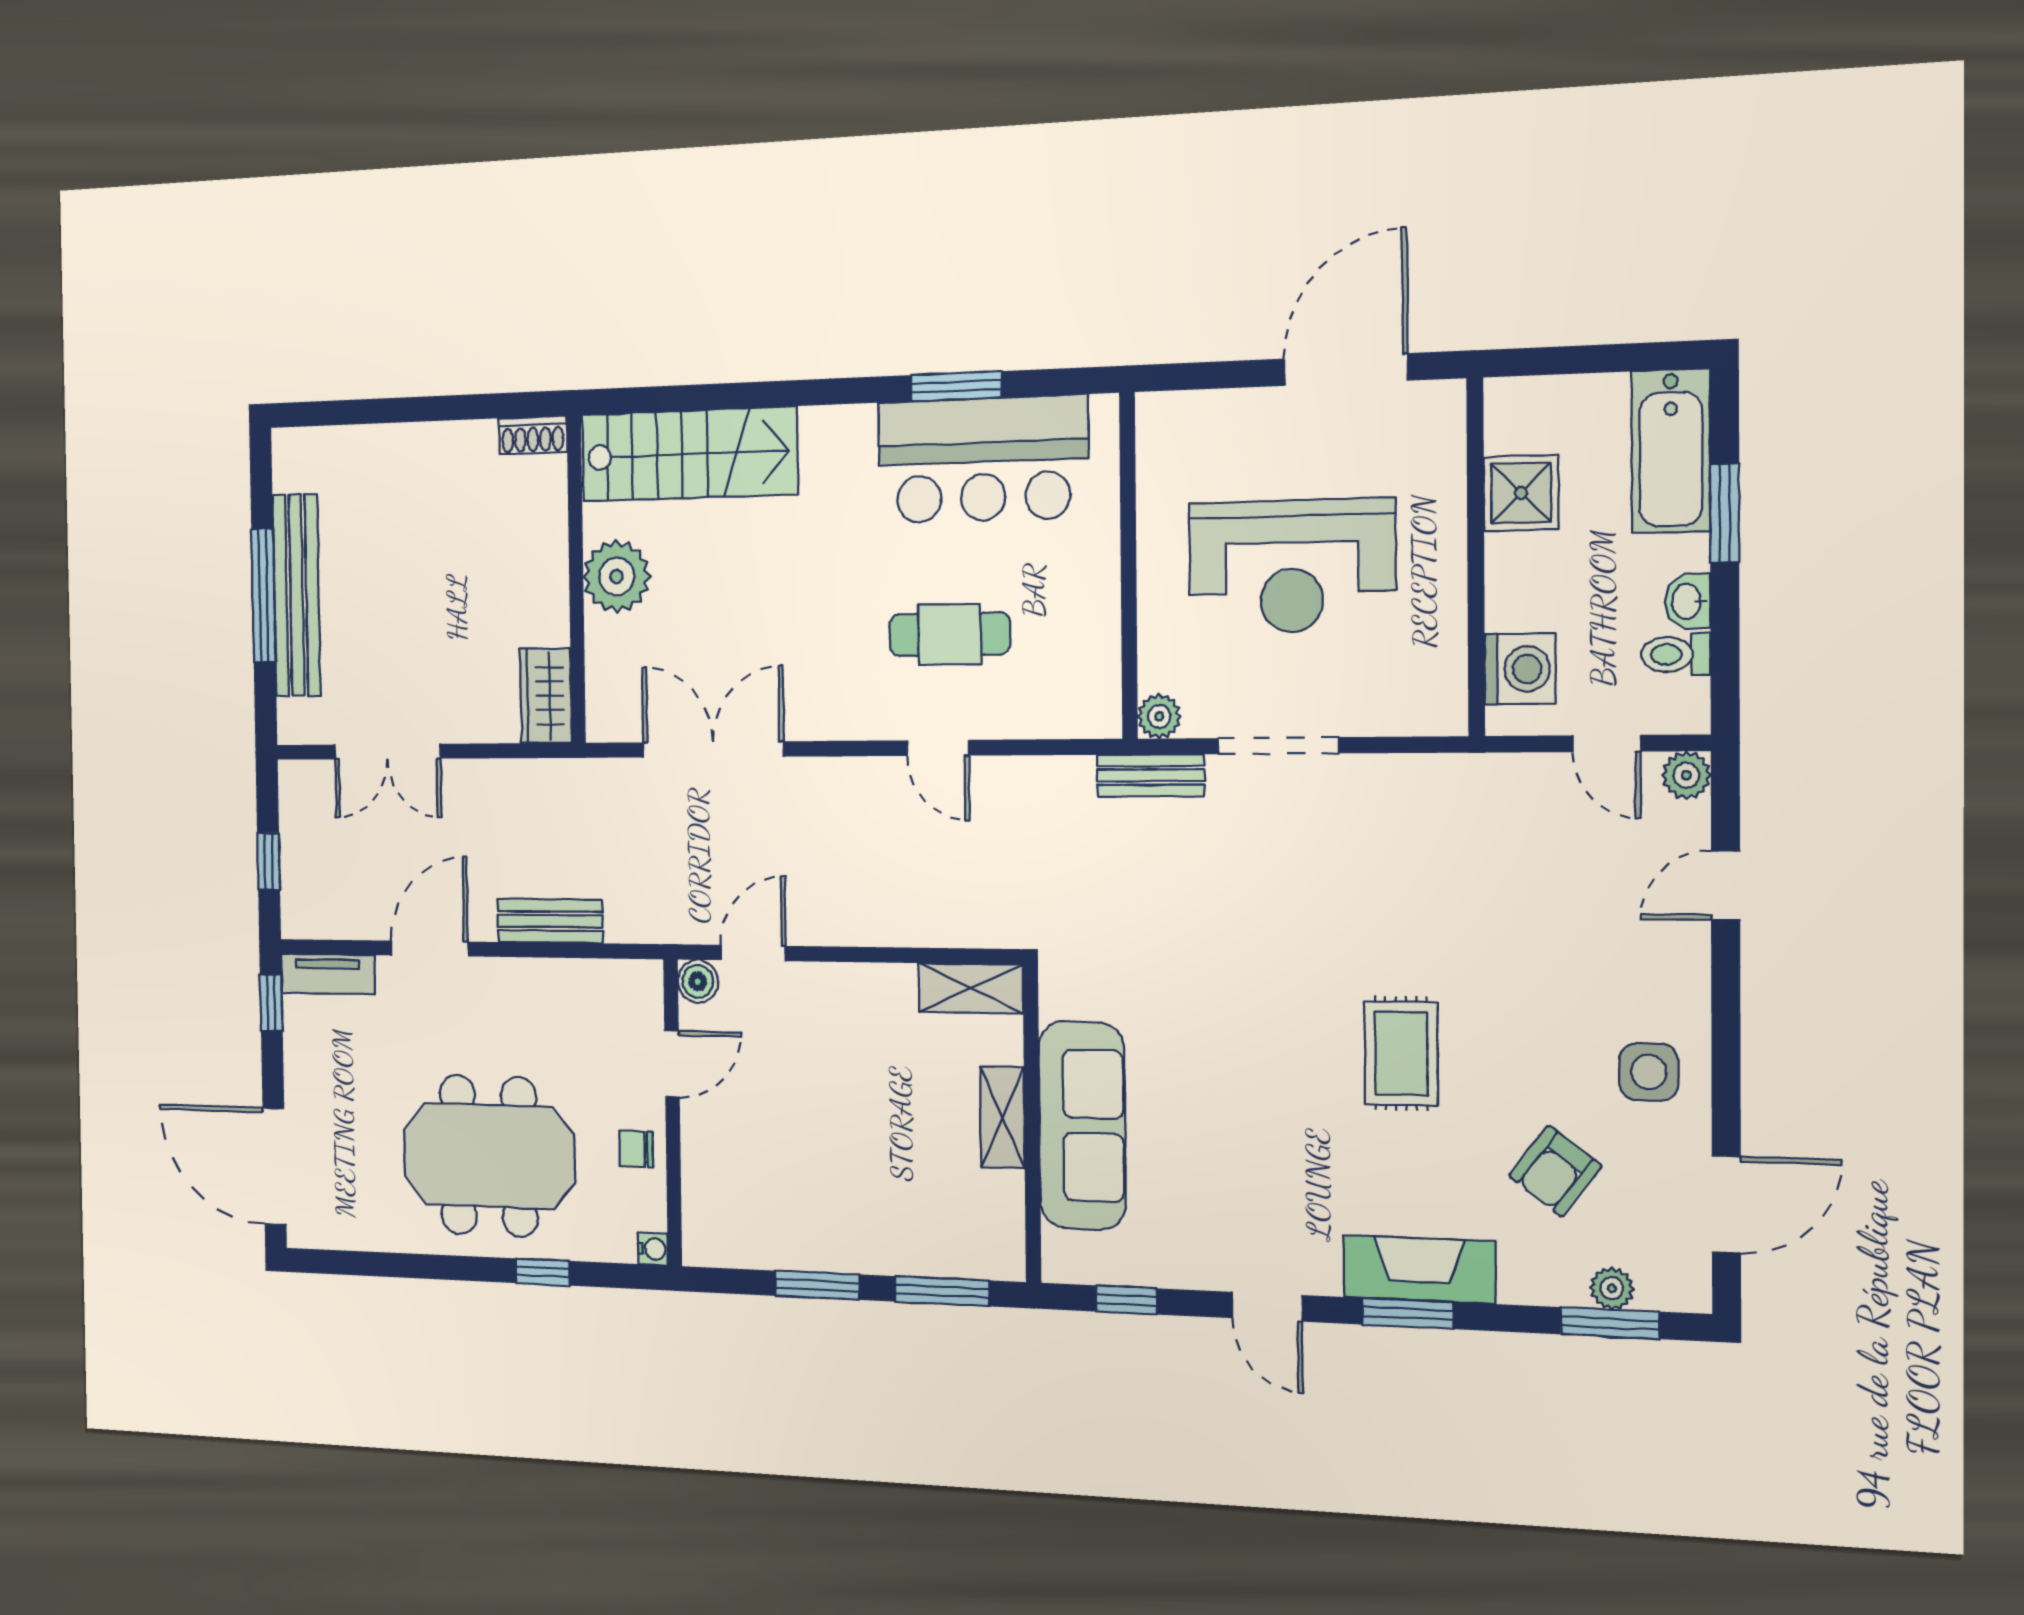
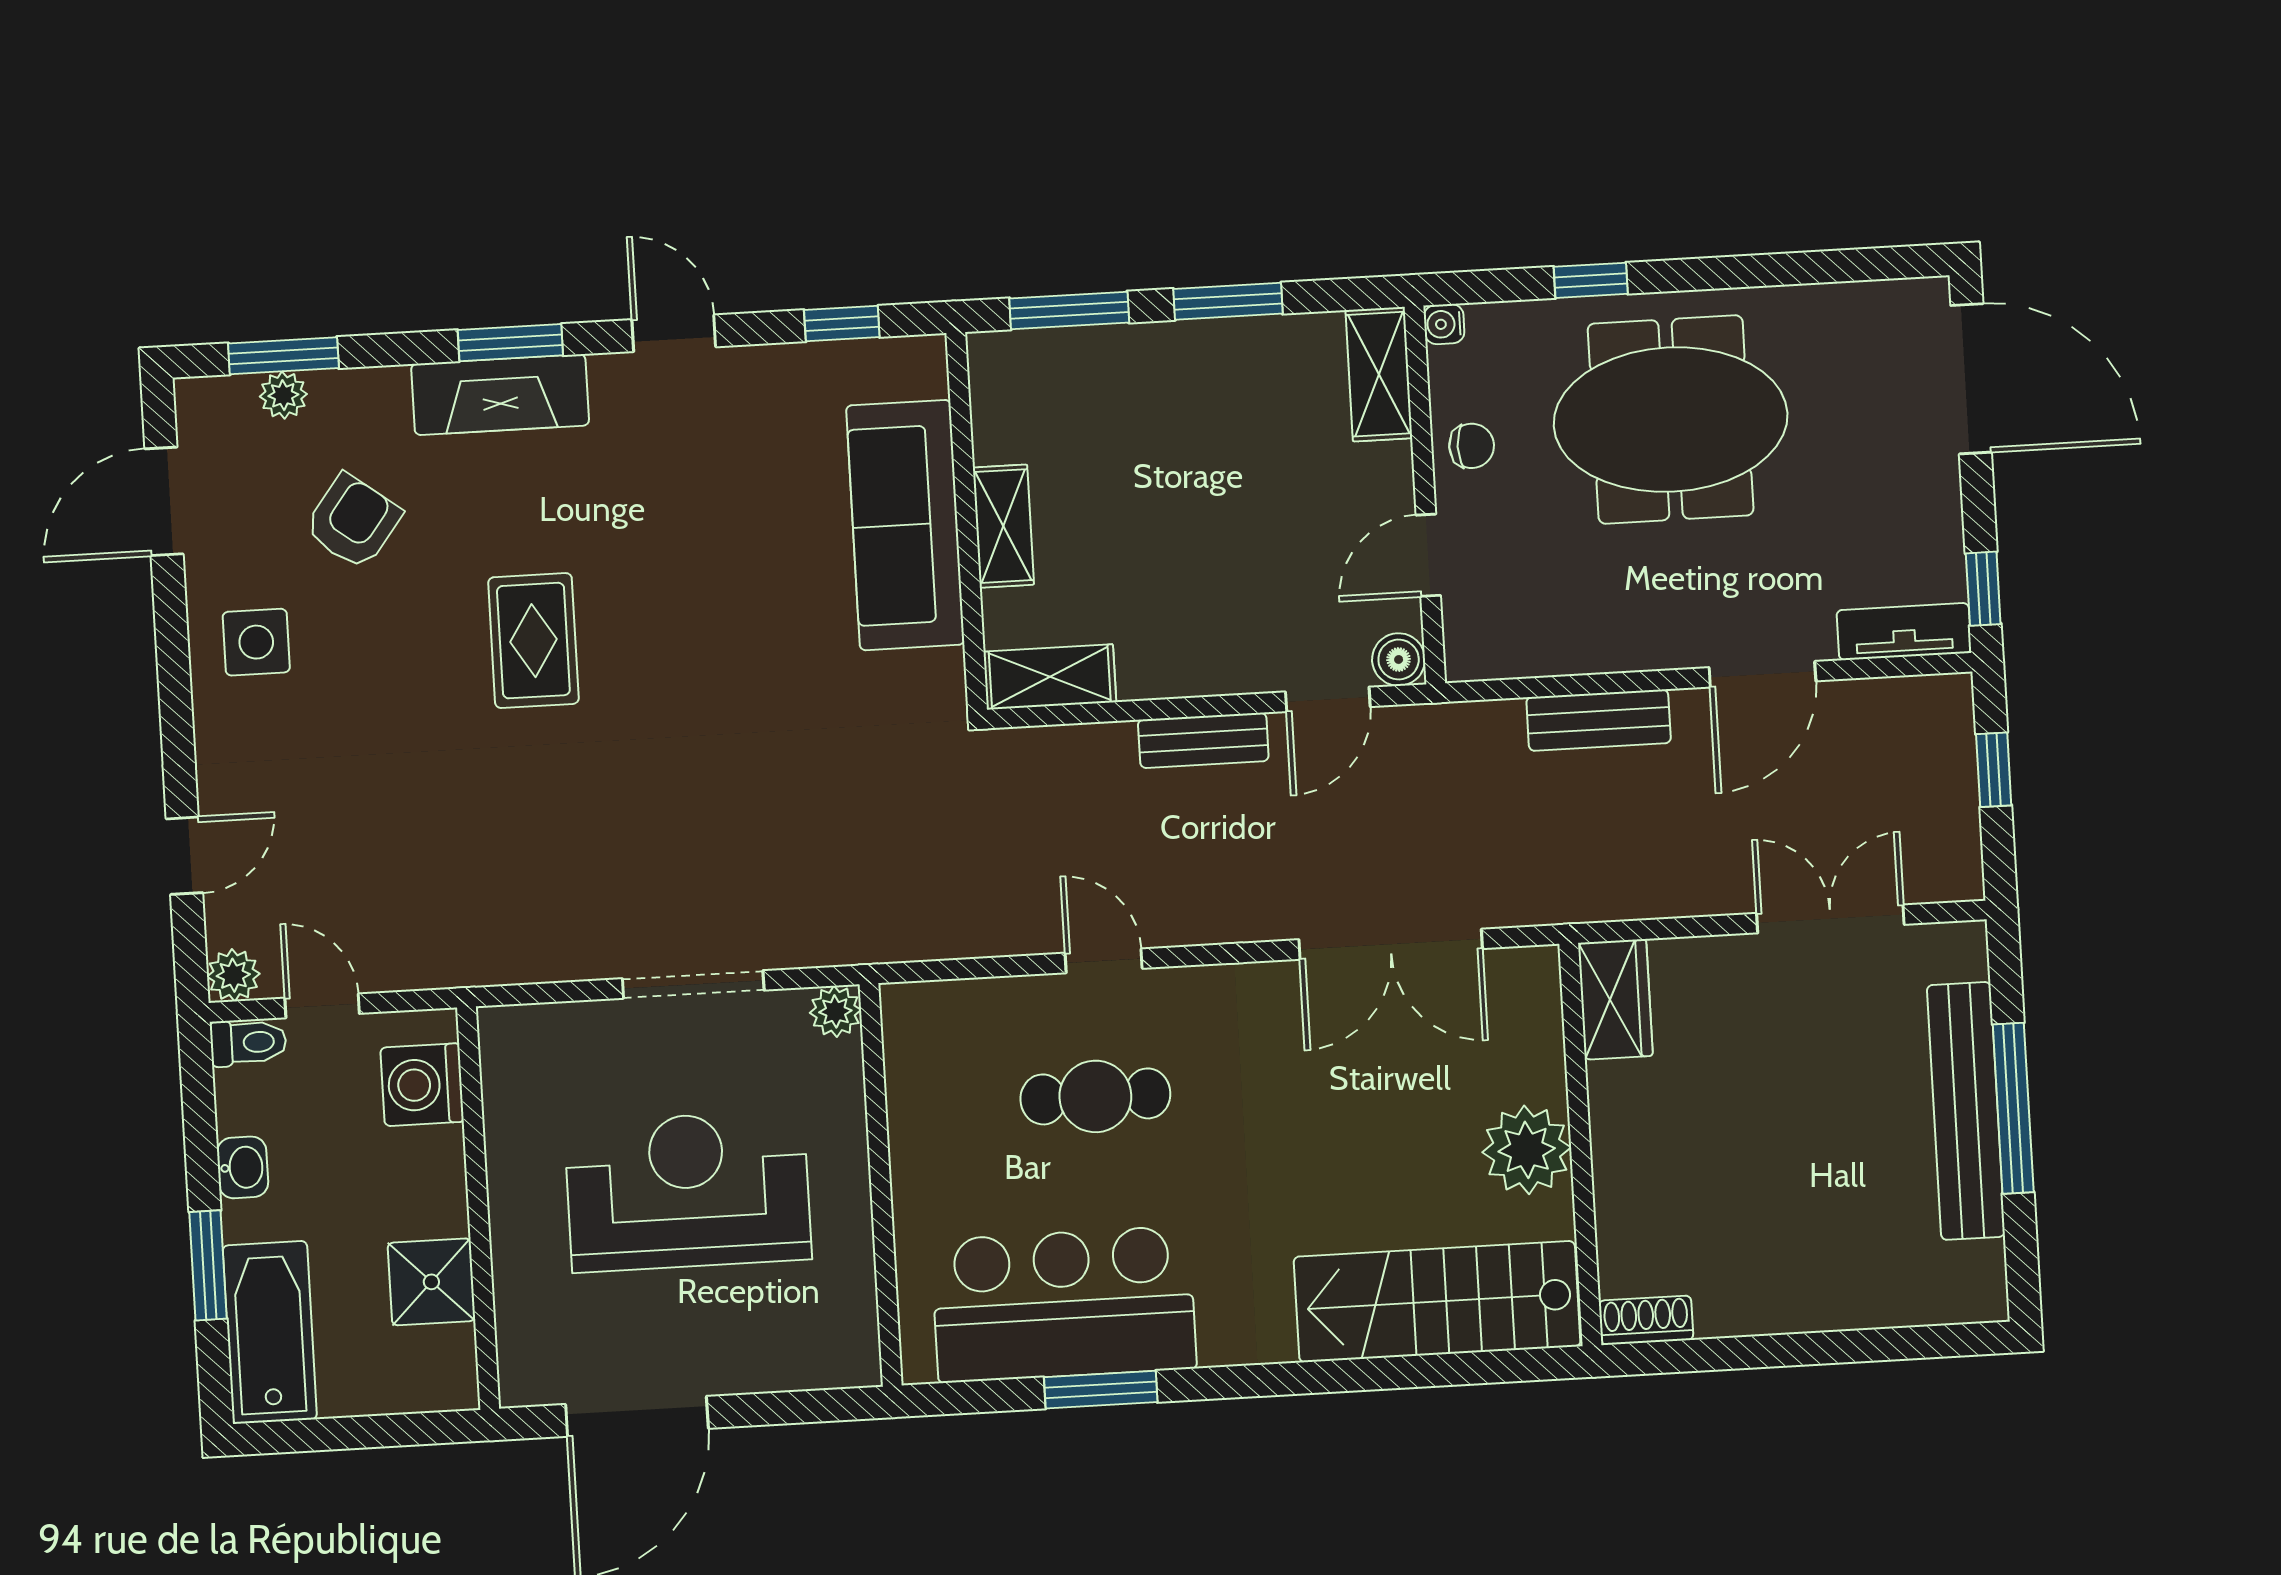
toilet: (1676, 654) -> (248, 1042), moved
bench: (1151, 776) -> (1203, 740), moved
shelving: (704, 1214) -> (1379, 374), added

